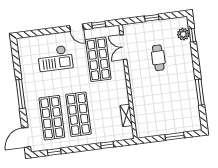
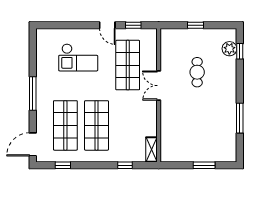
double door: (124, 47) -> (159, 86), moved
shelving: (126, 115) -> (151, 149), moved

